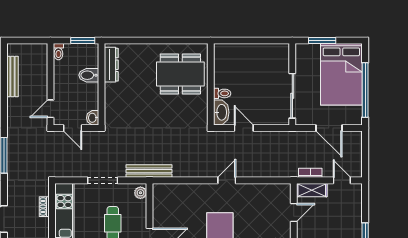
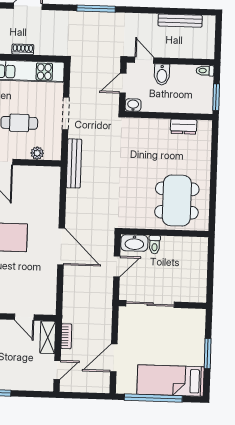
dresser: (111, 65) -> (184, 127), width x0.70
bed: (341, 74) -> (171, 380), width x0.67
bidet: (89, 75) -> (162, 74), moved, turned 180
wall: (292, 84) -> (162, 304), moved
sliding door: (292, 96) -> (150, 304), moved
door: (227, 180) -> (61, 246), width x1.88
plant: (140, 193) -> (37, 153), moved
shoe rack: (44, 207) -> (23, 49), moved

